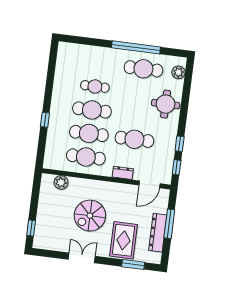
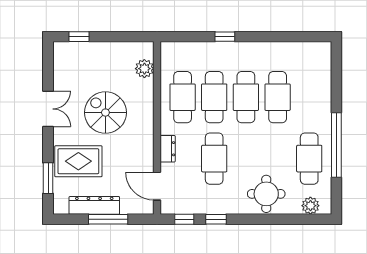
cafe table: (95, 86) -> (278, 97), width x1.37, depth x1.35

